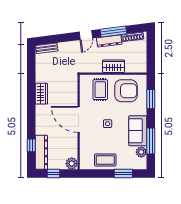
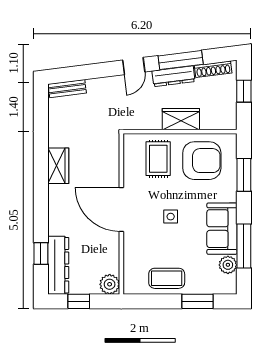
window: (151, 50) -> (244, 91), added

